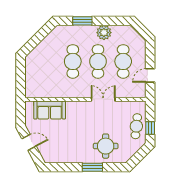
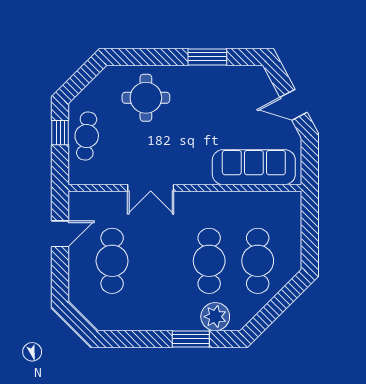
plant: (104, 33) -> (215, 317), moved
cafe table: (98, 61) -> (258, 261), moved
sofa: (50, 110) -> (254, 167), width x1.36
window: (92, 167) -> (207, 57), moved

